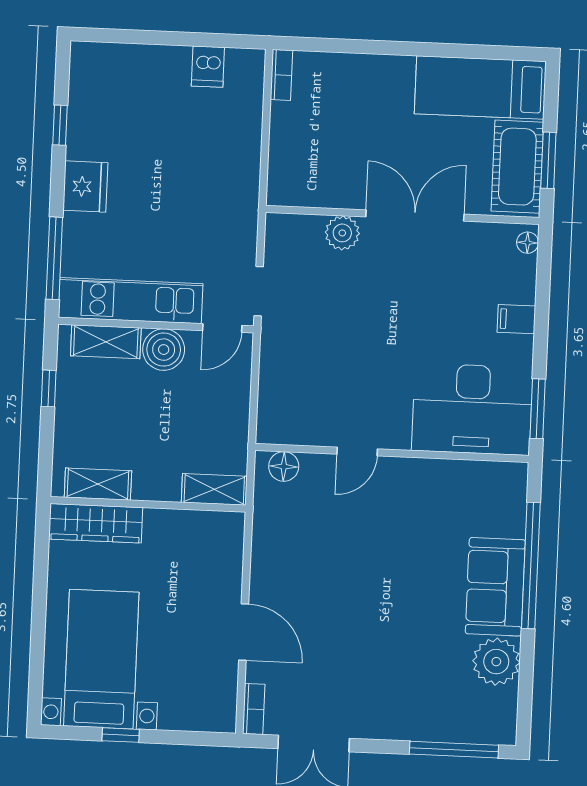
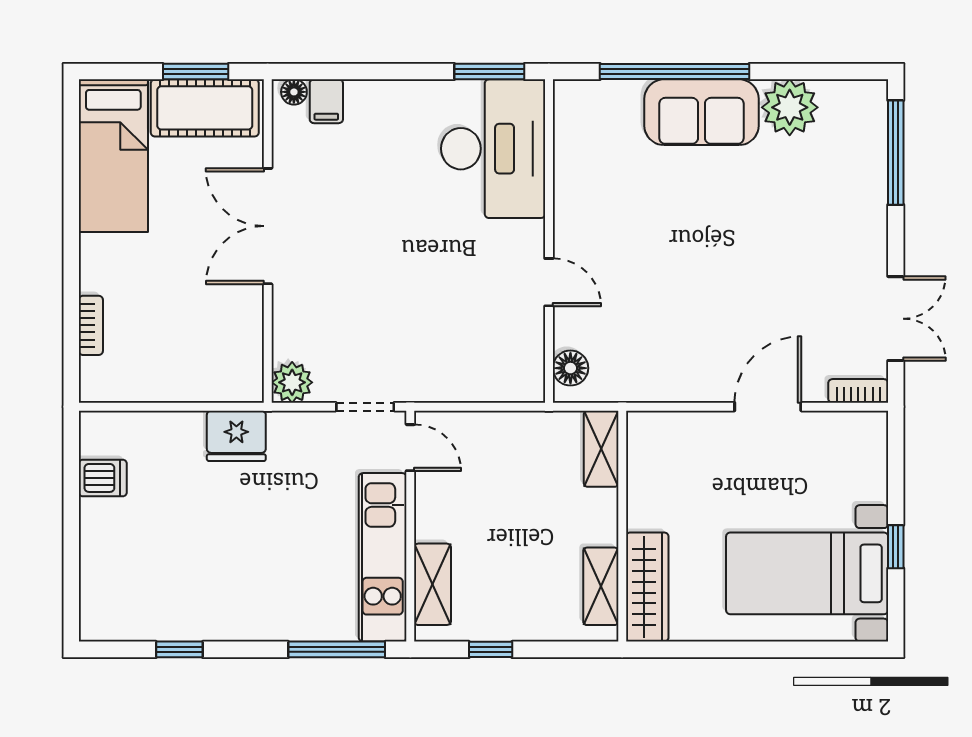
bookcase: (281, 75) -> (91, 325), moved, turned 90
fridge: (85, 187) -> (236, 436), moved, turned 180
plant: (342, 233) -> (292, 382), moved
filing cabinet: (516, 319) -> (326, 101), moved
boiler: (164, 350) -> (439, 516), removed

